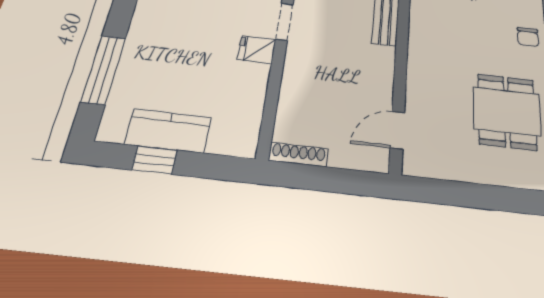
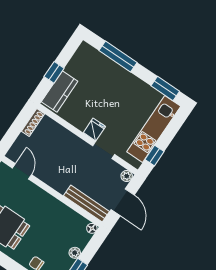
kitchen counter: (168, 131) -> (60, 92), moved
window: (155, 160) -> (54, 72), moved

